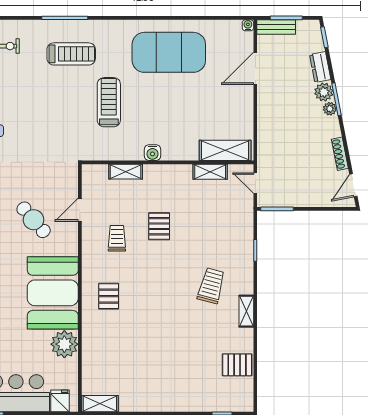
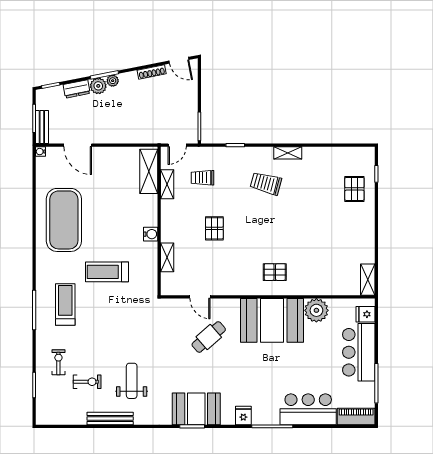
pallet: (159, 226) -> (214, 228), turned 90
trolley: (117, 238) -> (203, 178), moved
pallet: (237, 365) -> (354, 189), moved

